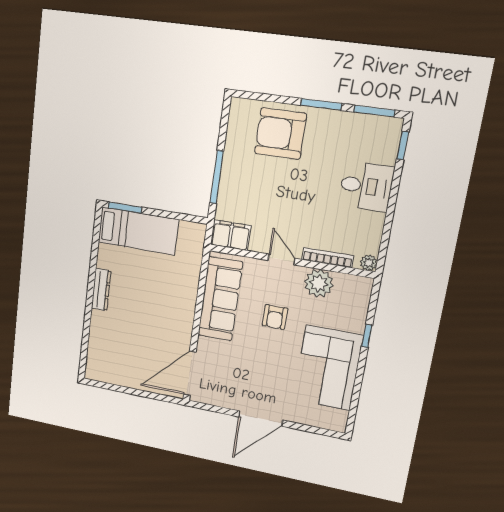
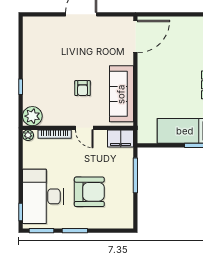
armchair: (280, 134) -> (89, 192), moved
desk: (366, 186) -> (43, 196), width x1.87, depth x1.30
plant: (319, 283) -> (32, 116), moved
armchair: (275, 317) -> (83, 88), turned 180
corner sofa: (328, 368) -> (42, 60), removed

